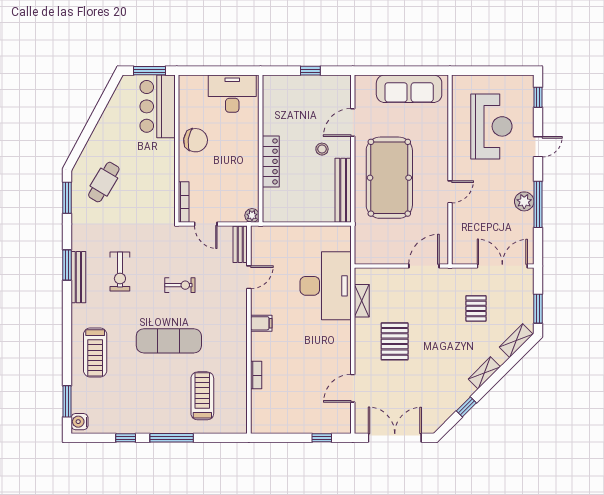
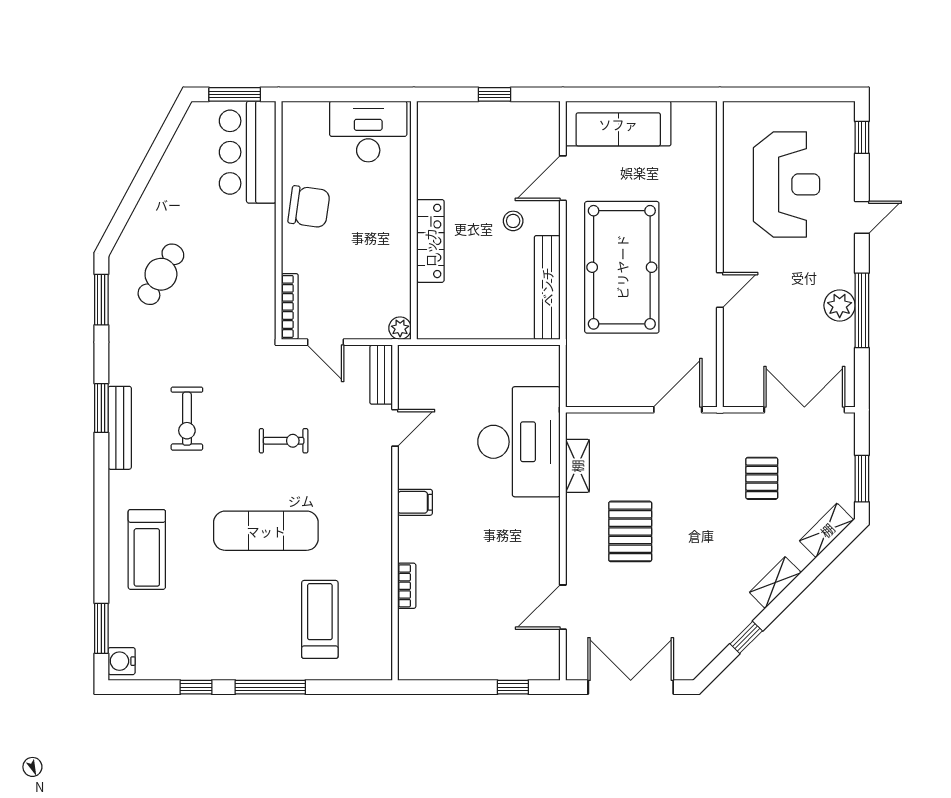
sofa: (409, 89) -> (618, 124), moved

